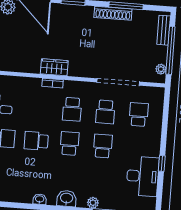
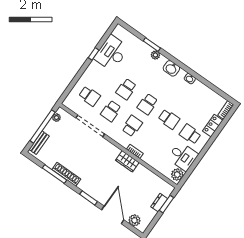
school desk: (105, 112) -> (111, 111), turned 180
school desk: (139, 114) -> (89, 96), turned -90

